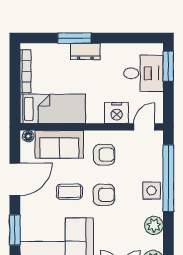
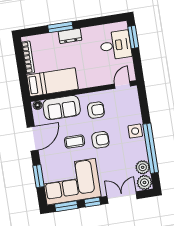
nightstand: (117, 113) -> (100, 78), removed
window: (168, 178) -> (151, 148), moved
plant: (154, 225) -> (143, 167), moved

